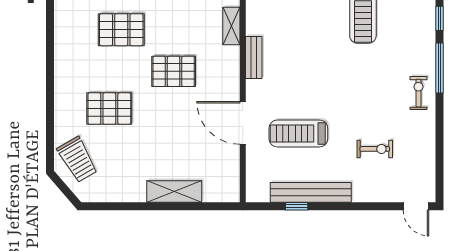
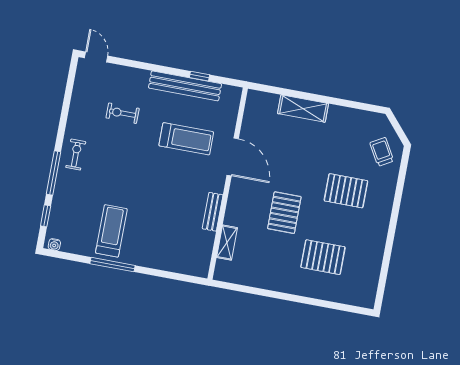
pallet: (174, 71) -> (284, 213), turned 90
exercise bike: (419, 93) -> (76, 155), turned 180
trolley: (77, 159) -> (382, 152), width x0.73, depth x0.72

